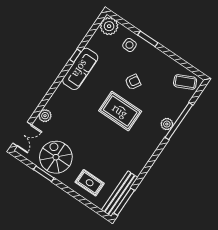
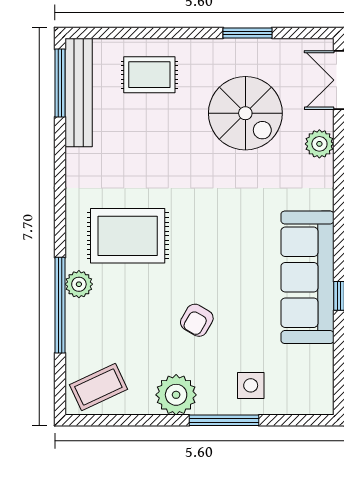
plant: (109, 26) -> (176, 395), moved
window: (148, 39) -> (224, 420), width x1.44
sofa: (80, 69) -> (307, 277), width x1.36, depth x1.27
rug: (120, 111) -> (128, 236), moved
spiral stairs: (56, 157) -> (245, 113), moved

